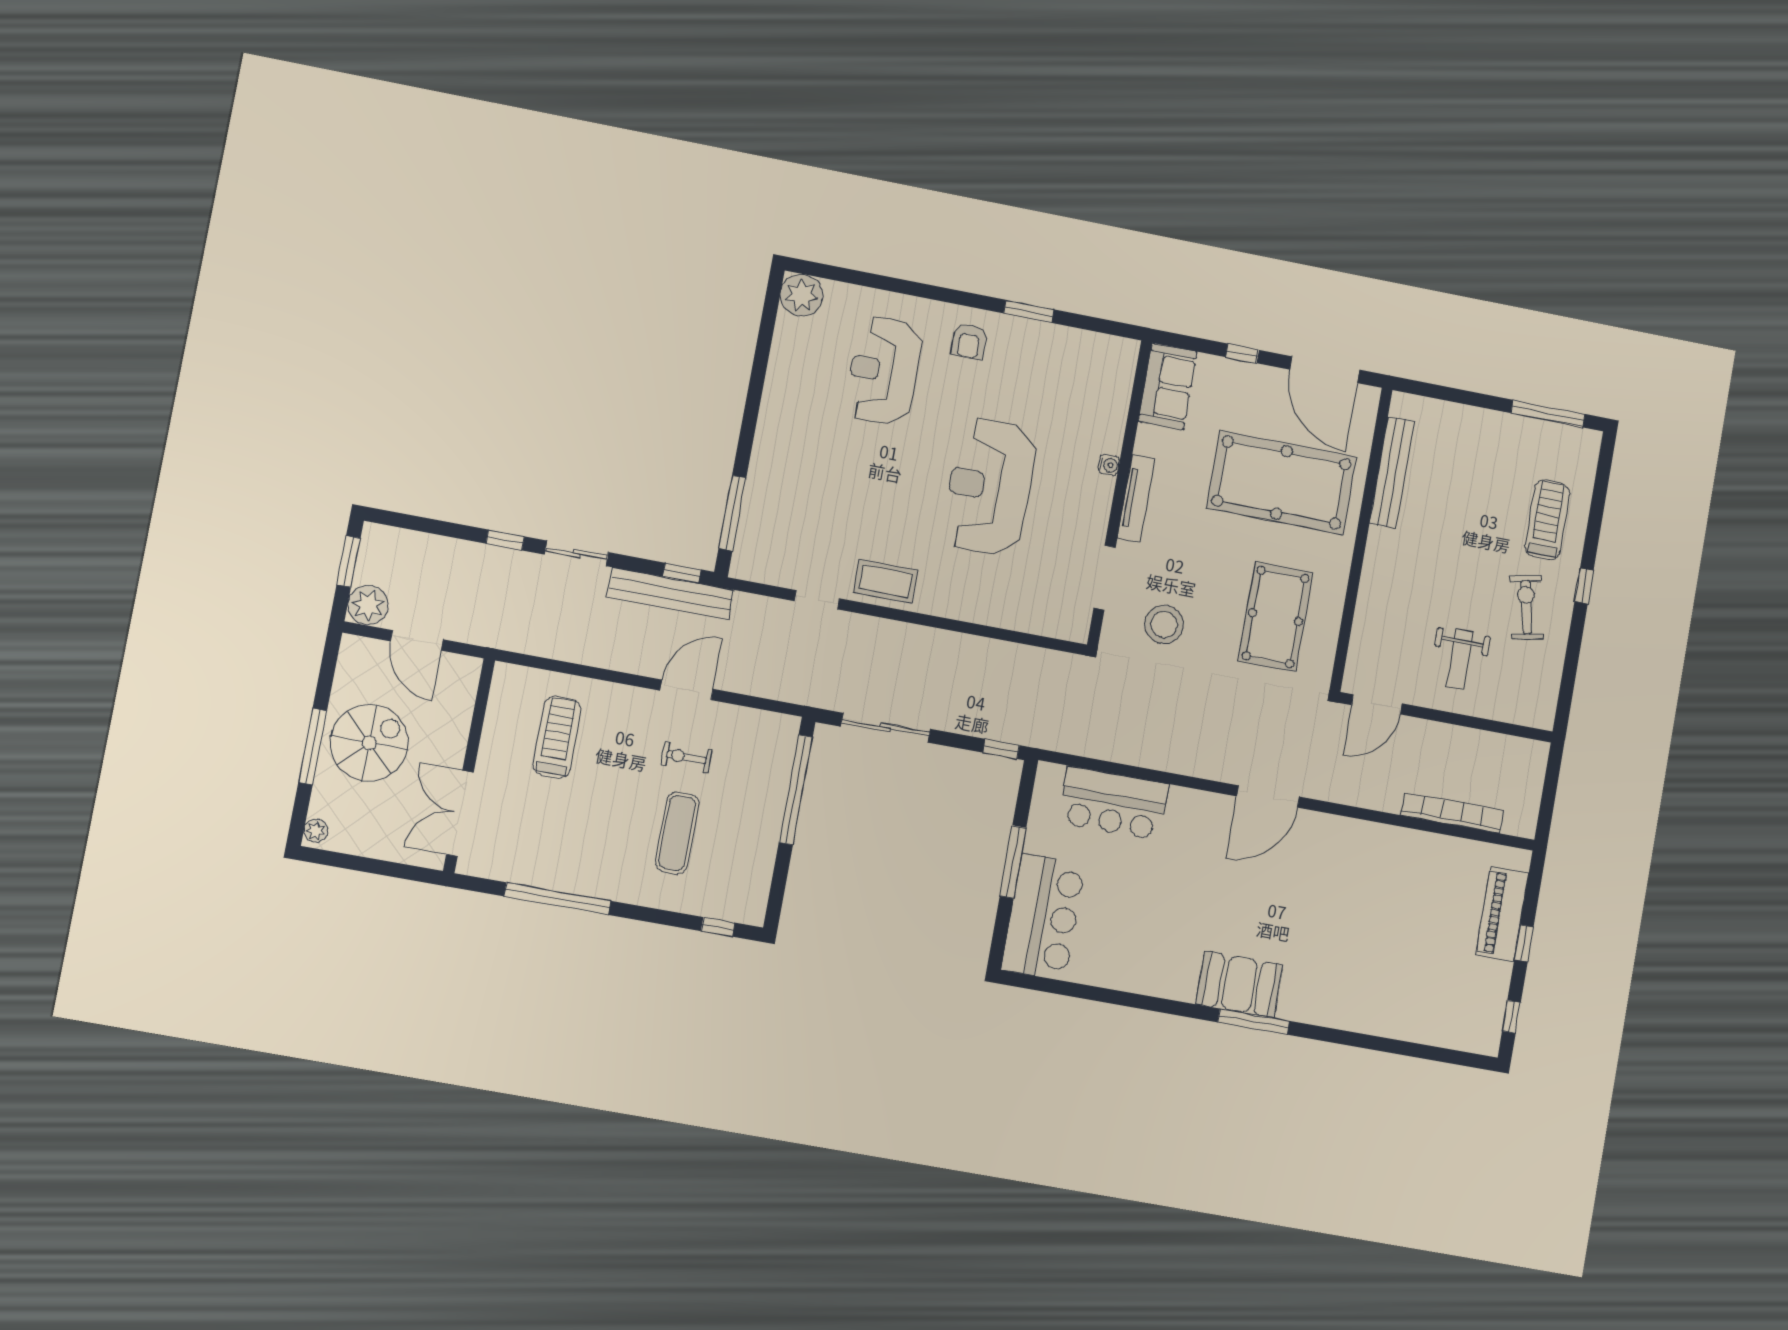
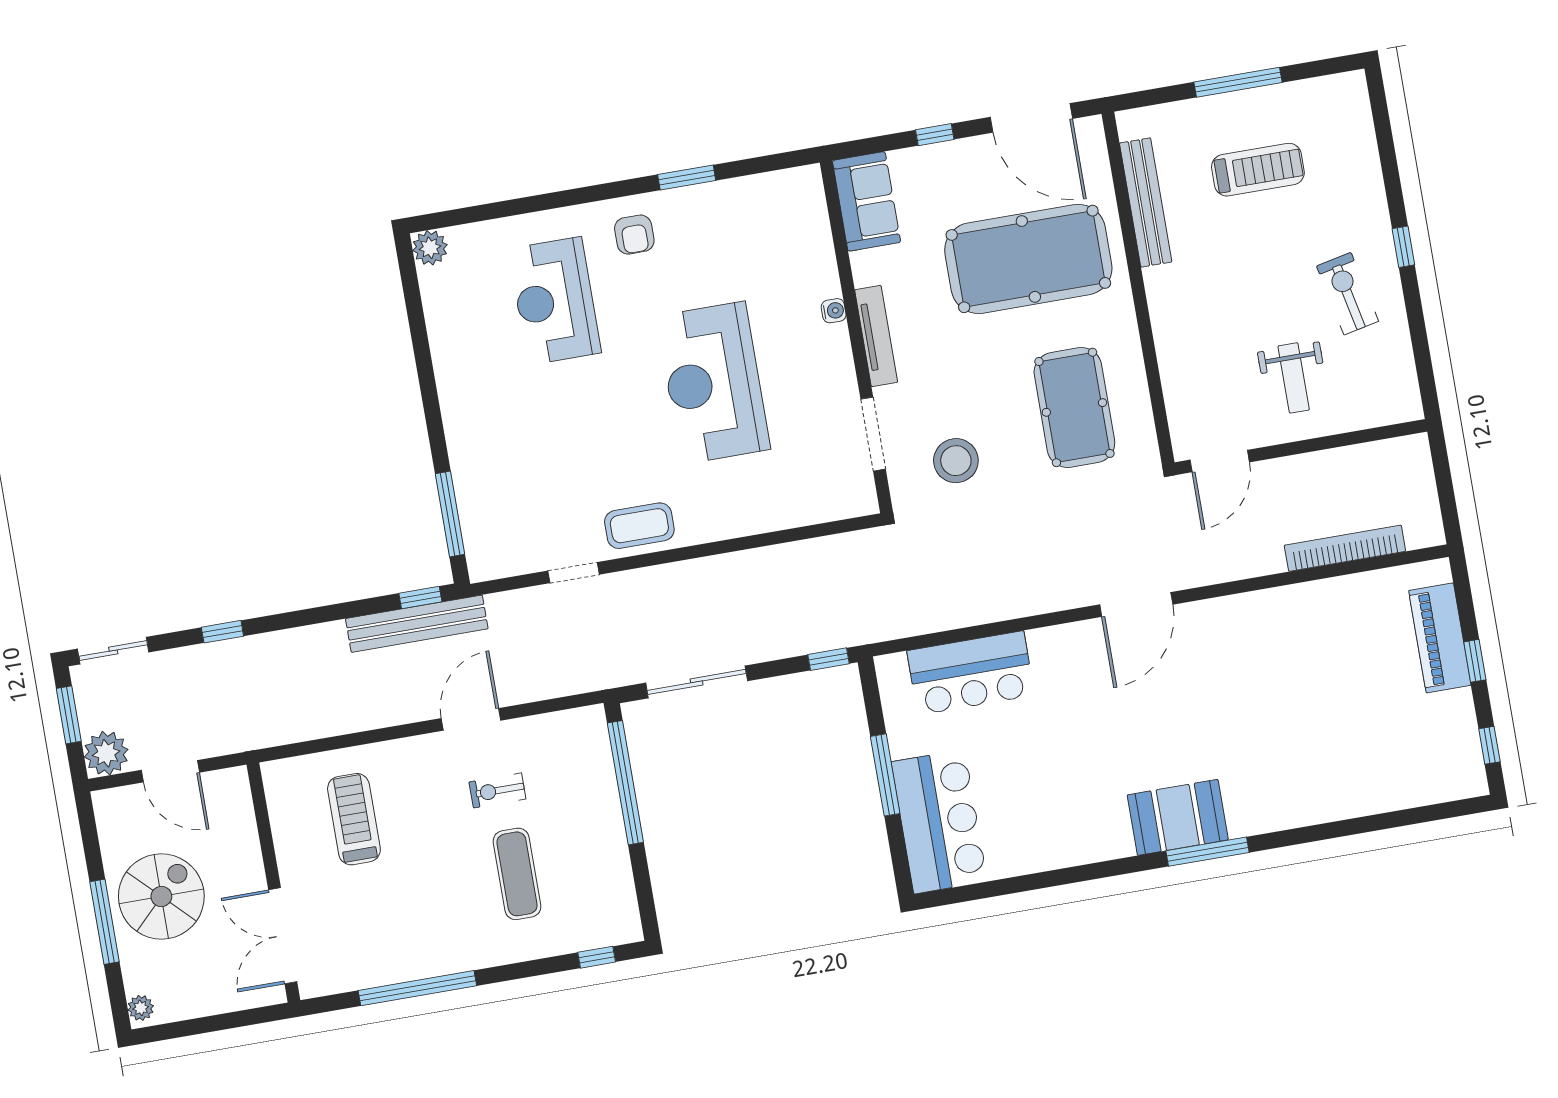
plant: (802, 295) -> (430, 248), width x0.73, depth x0.73
window: (1548, 414) -> (1238, 82), moved
treadmill: (1547, 520) -> (1258, 170), moved, turned 90
sliding door: (577, 553) -> (113, 651), moved

